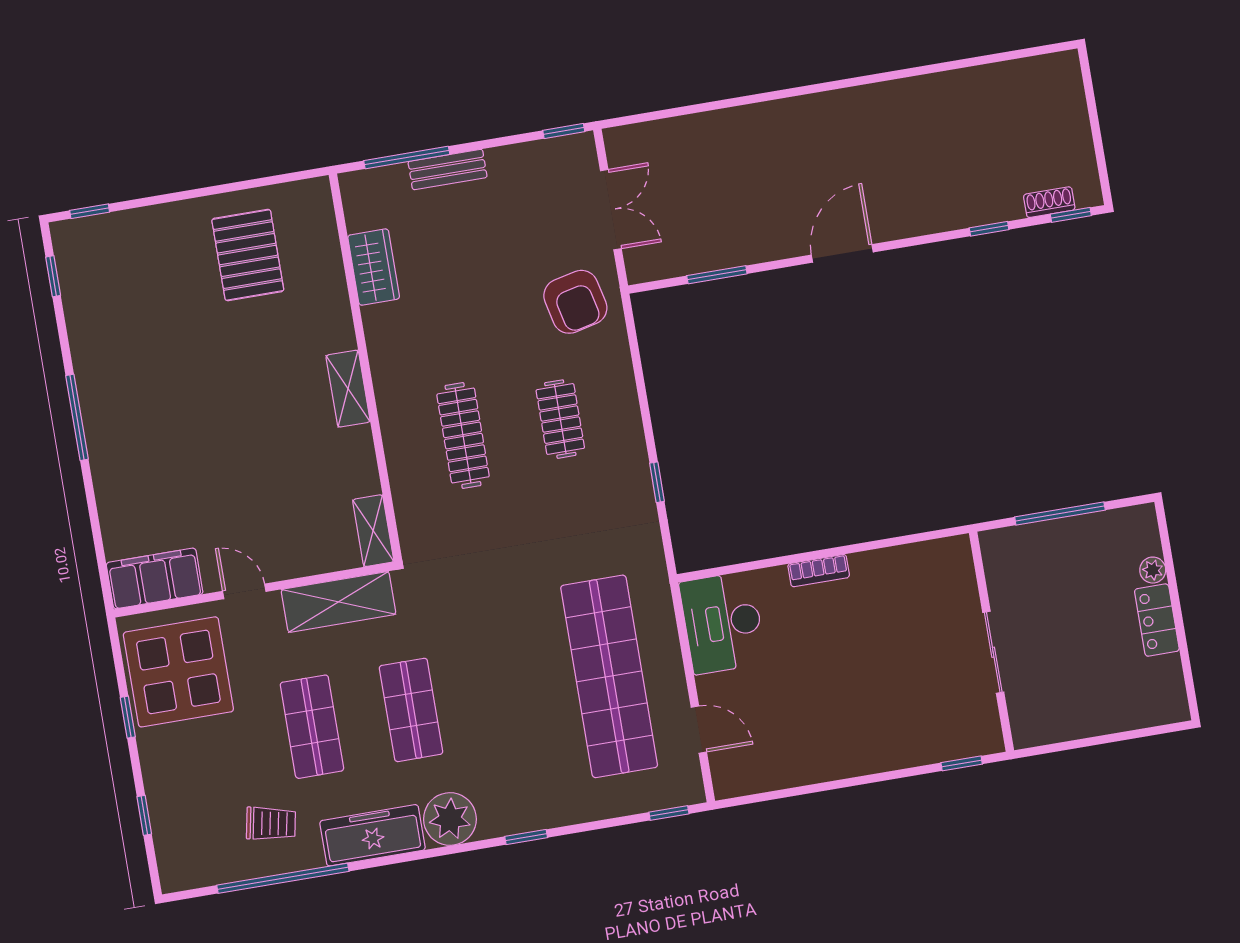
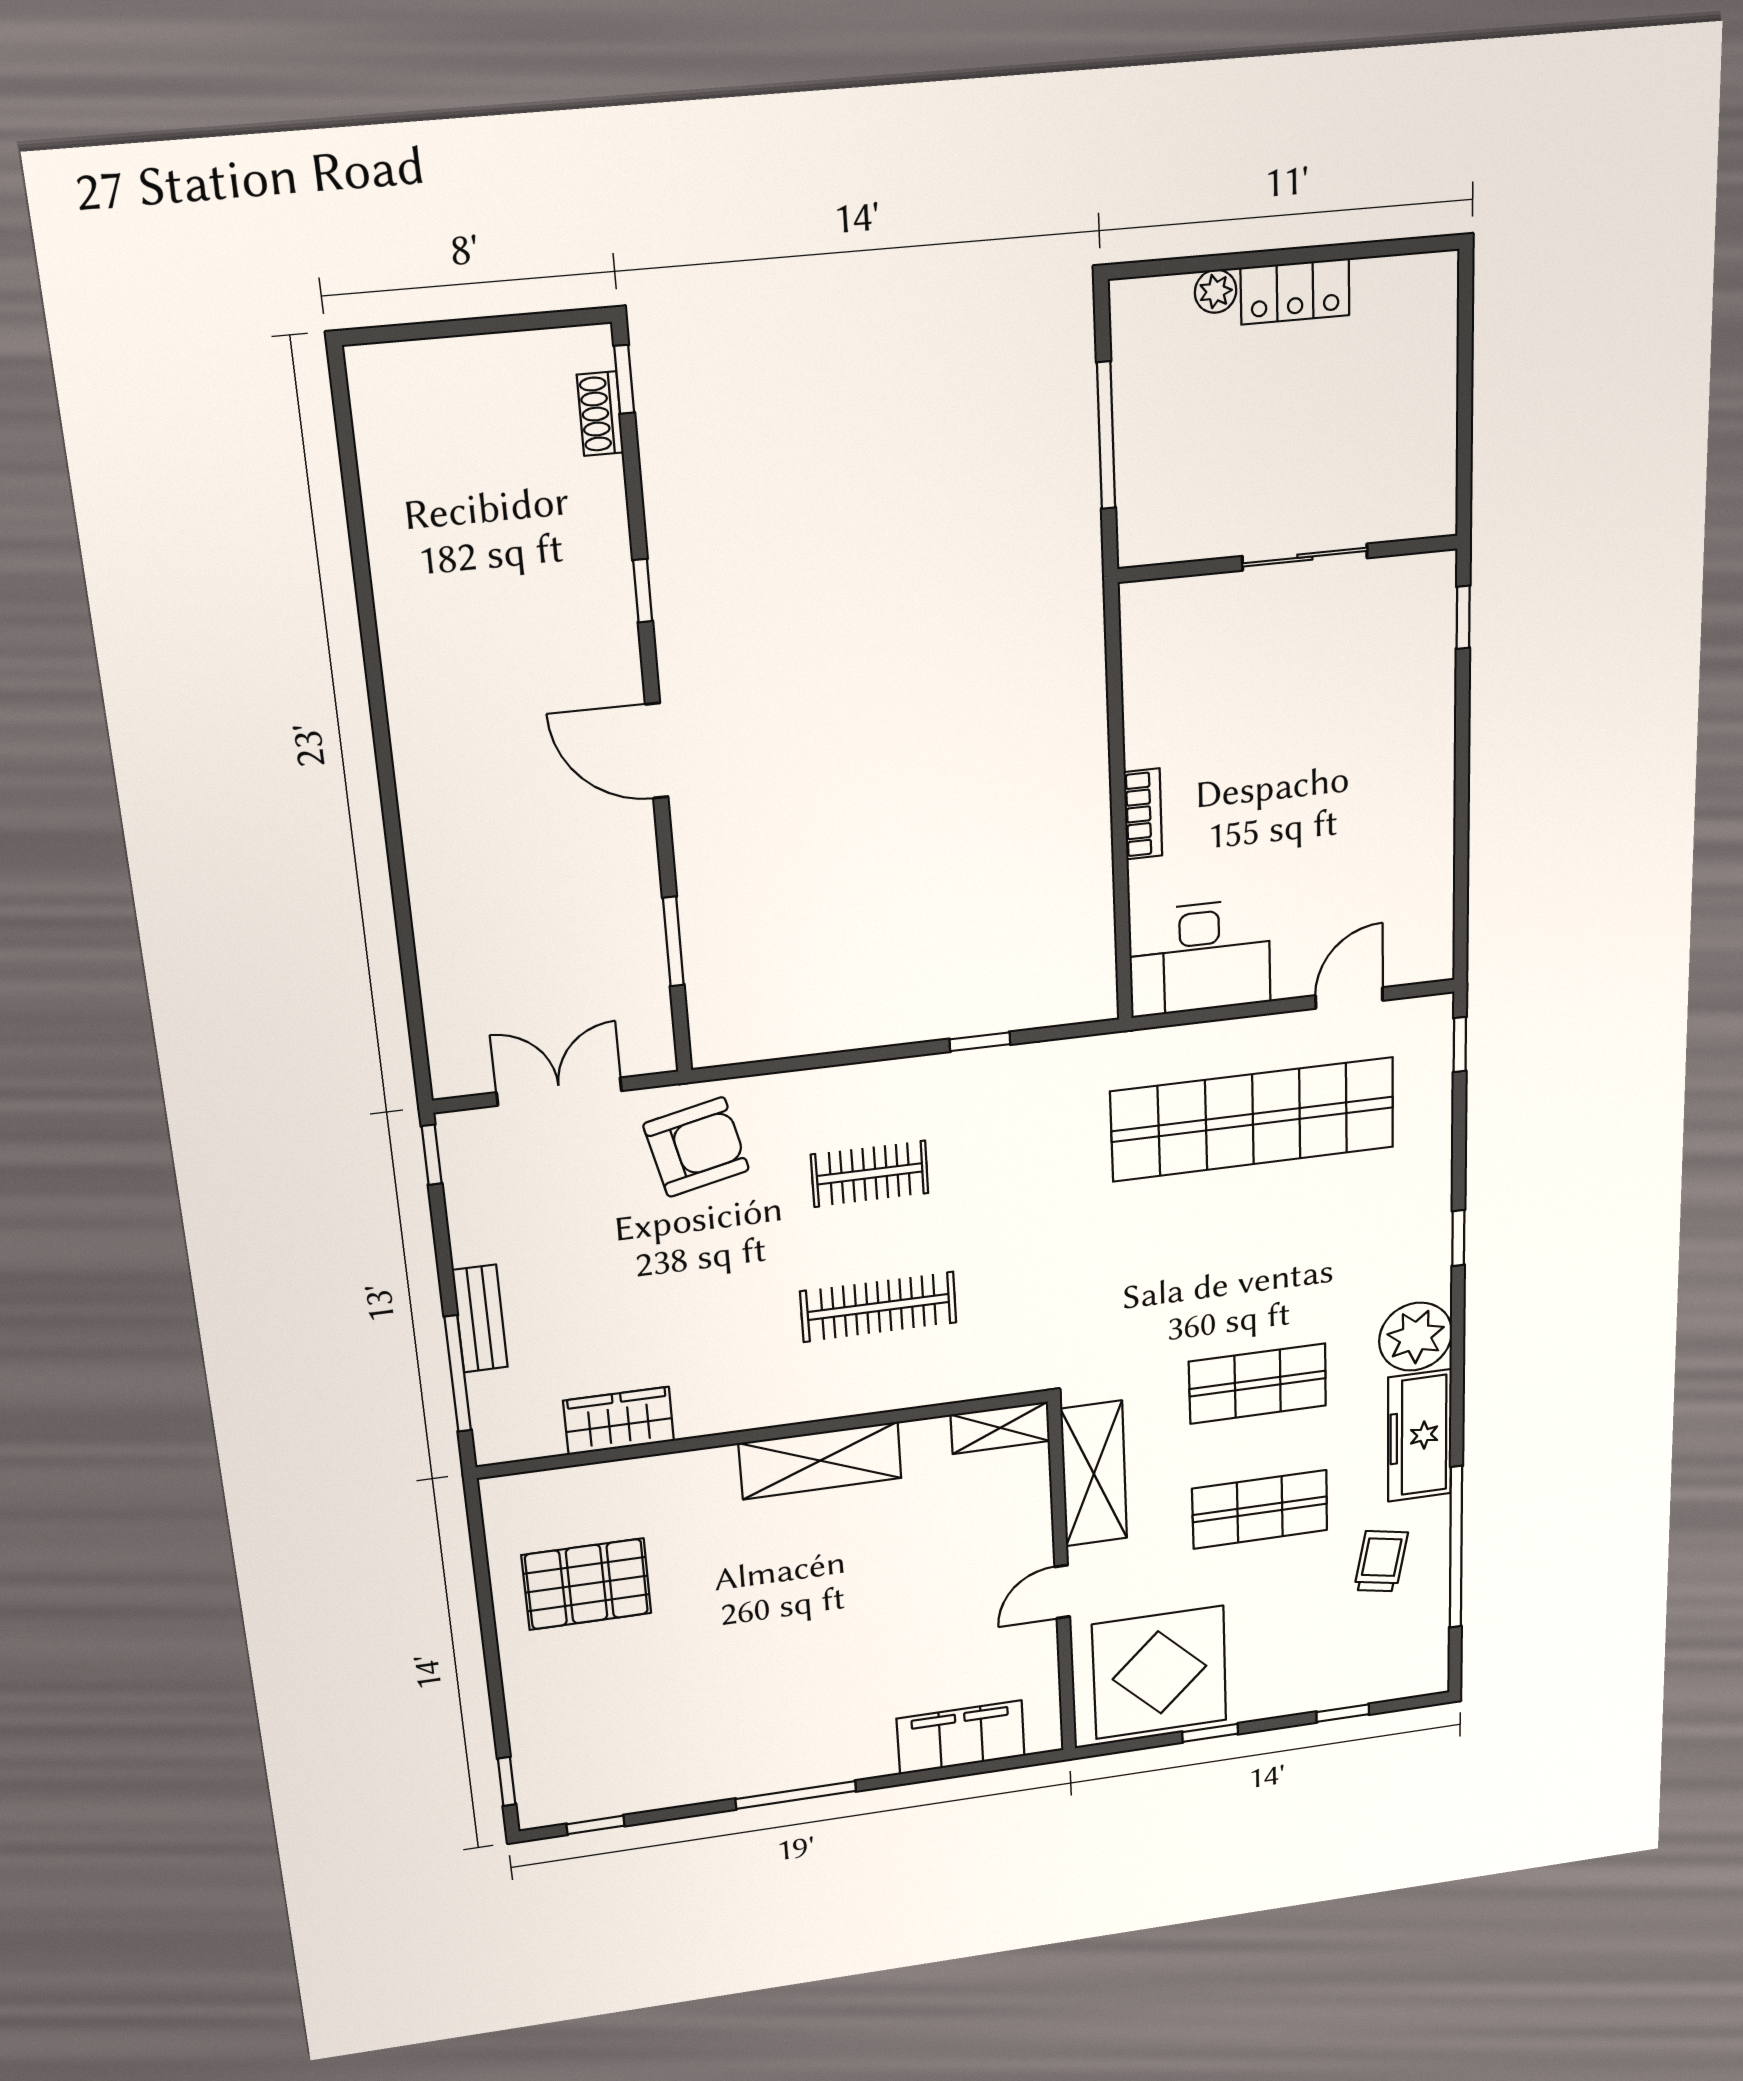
window: (989, 229) -> (643, 591), moved
shelving: (348, 389) -> (820, 1461), width x1.50, depth x1.33
filing cabinet: (155, 578) -> (961, 1737), moved, turned 90

